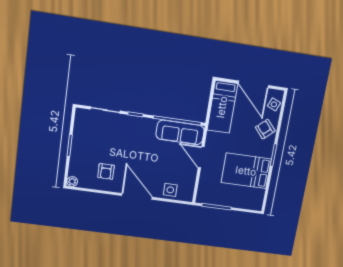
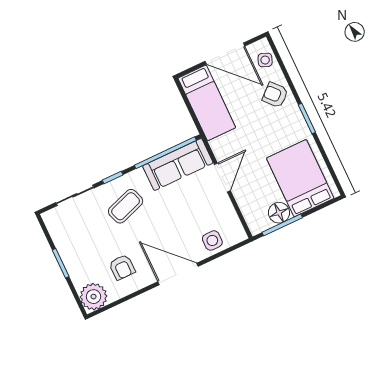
coffee table: (132, 137) -> (126, 206), added
door: (201, 157) -> (222, 178), swing flipped
bed: (246, 171) -> (300, 178), moved, turned 90
plant: (72, 182) -> (94, 297), width x1.87, depth x1.87
floor lamp: (220, 199) -> (279, 213), added

